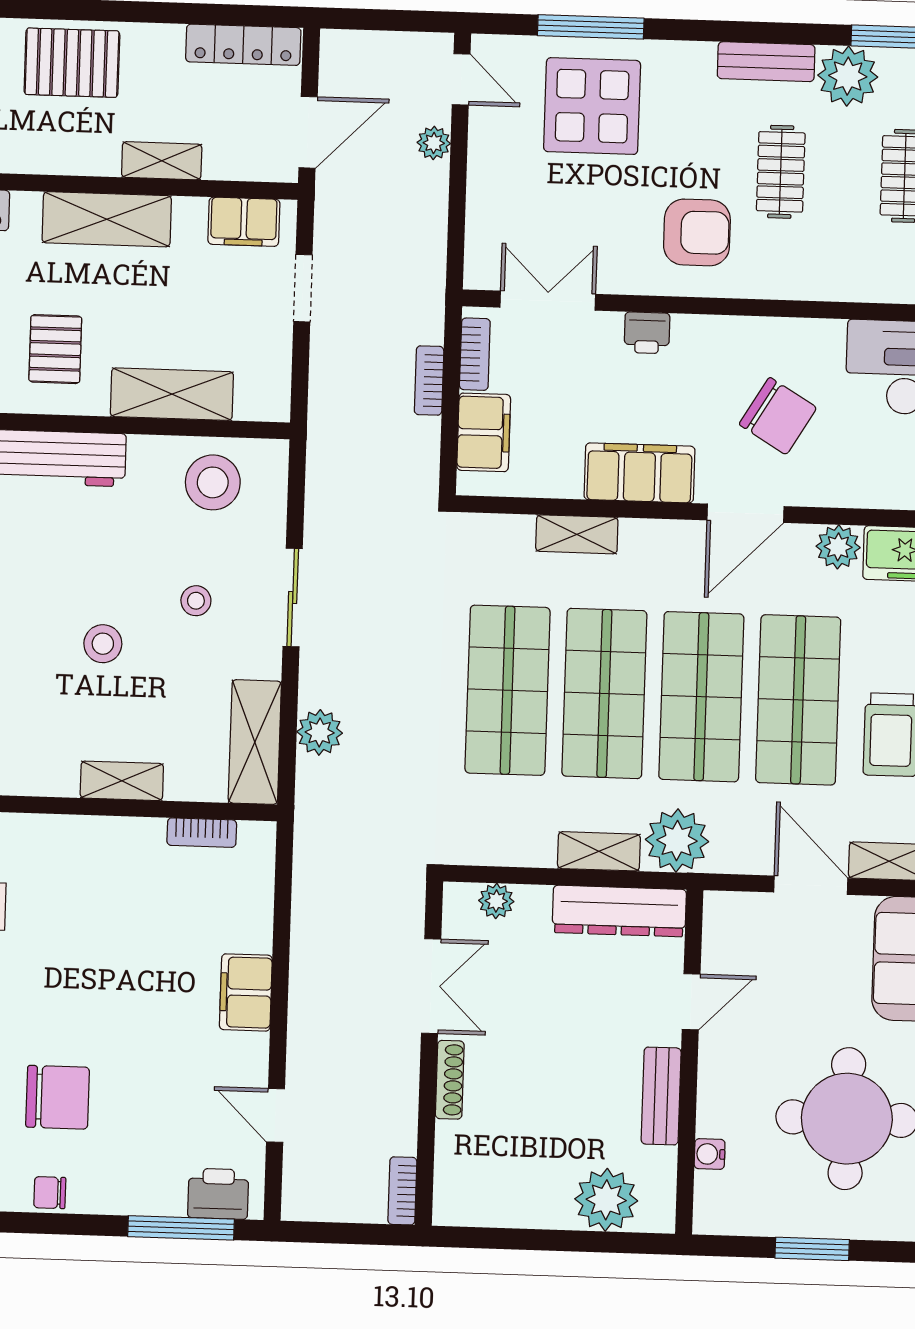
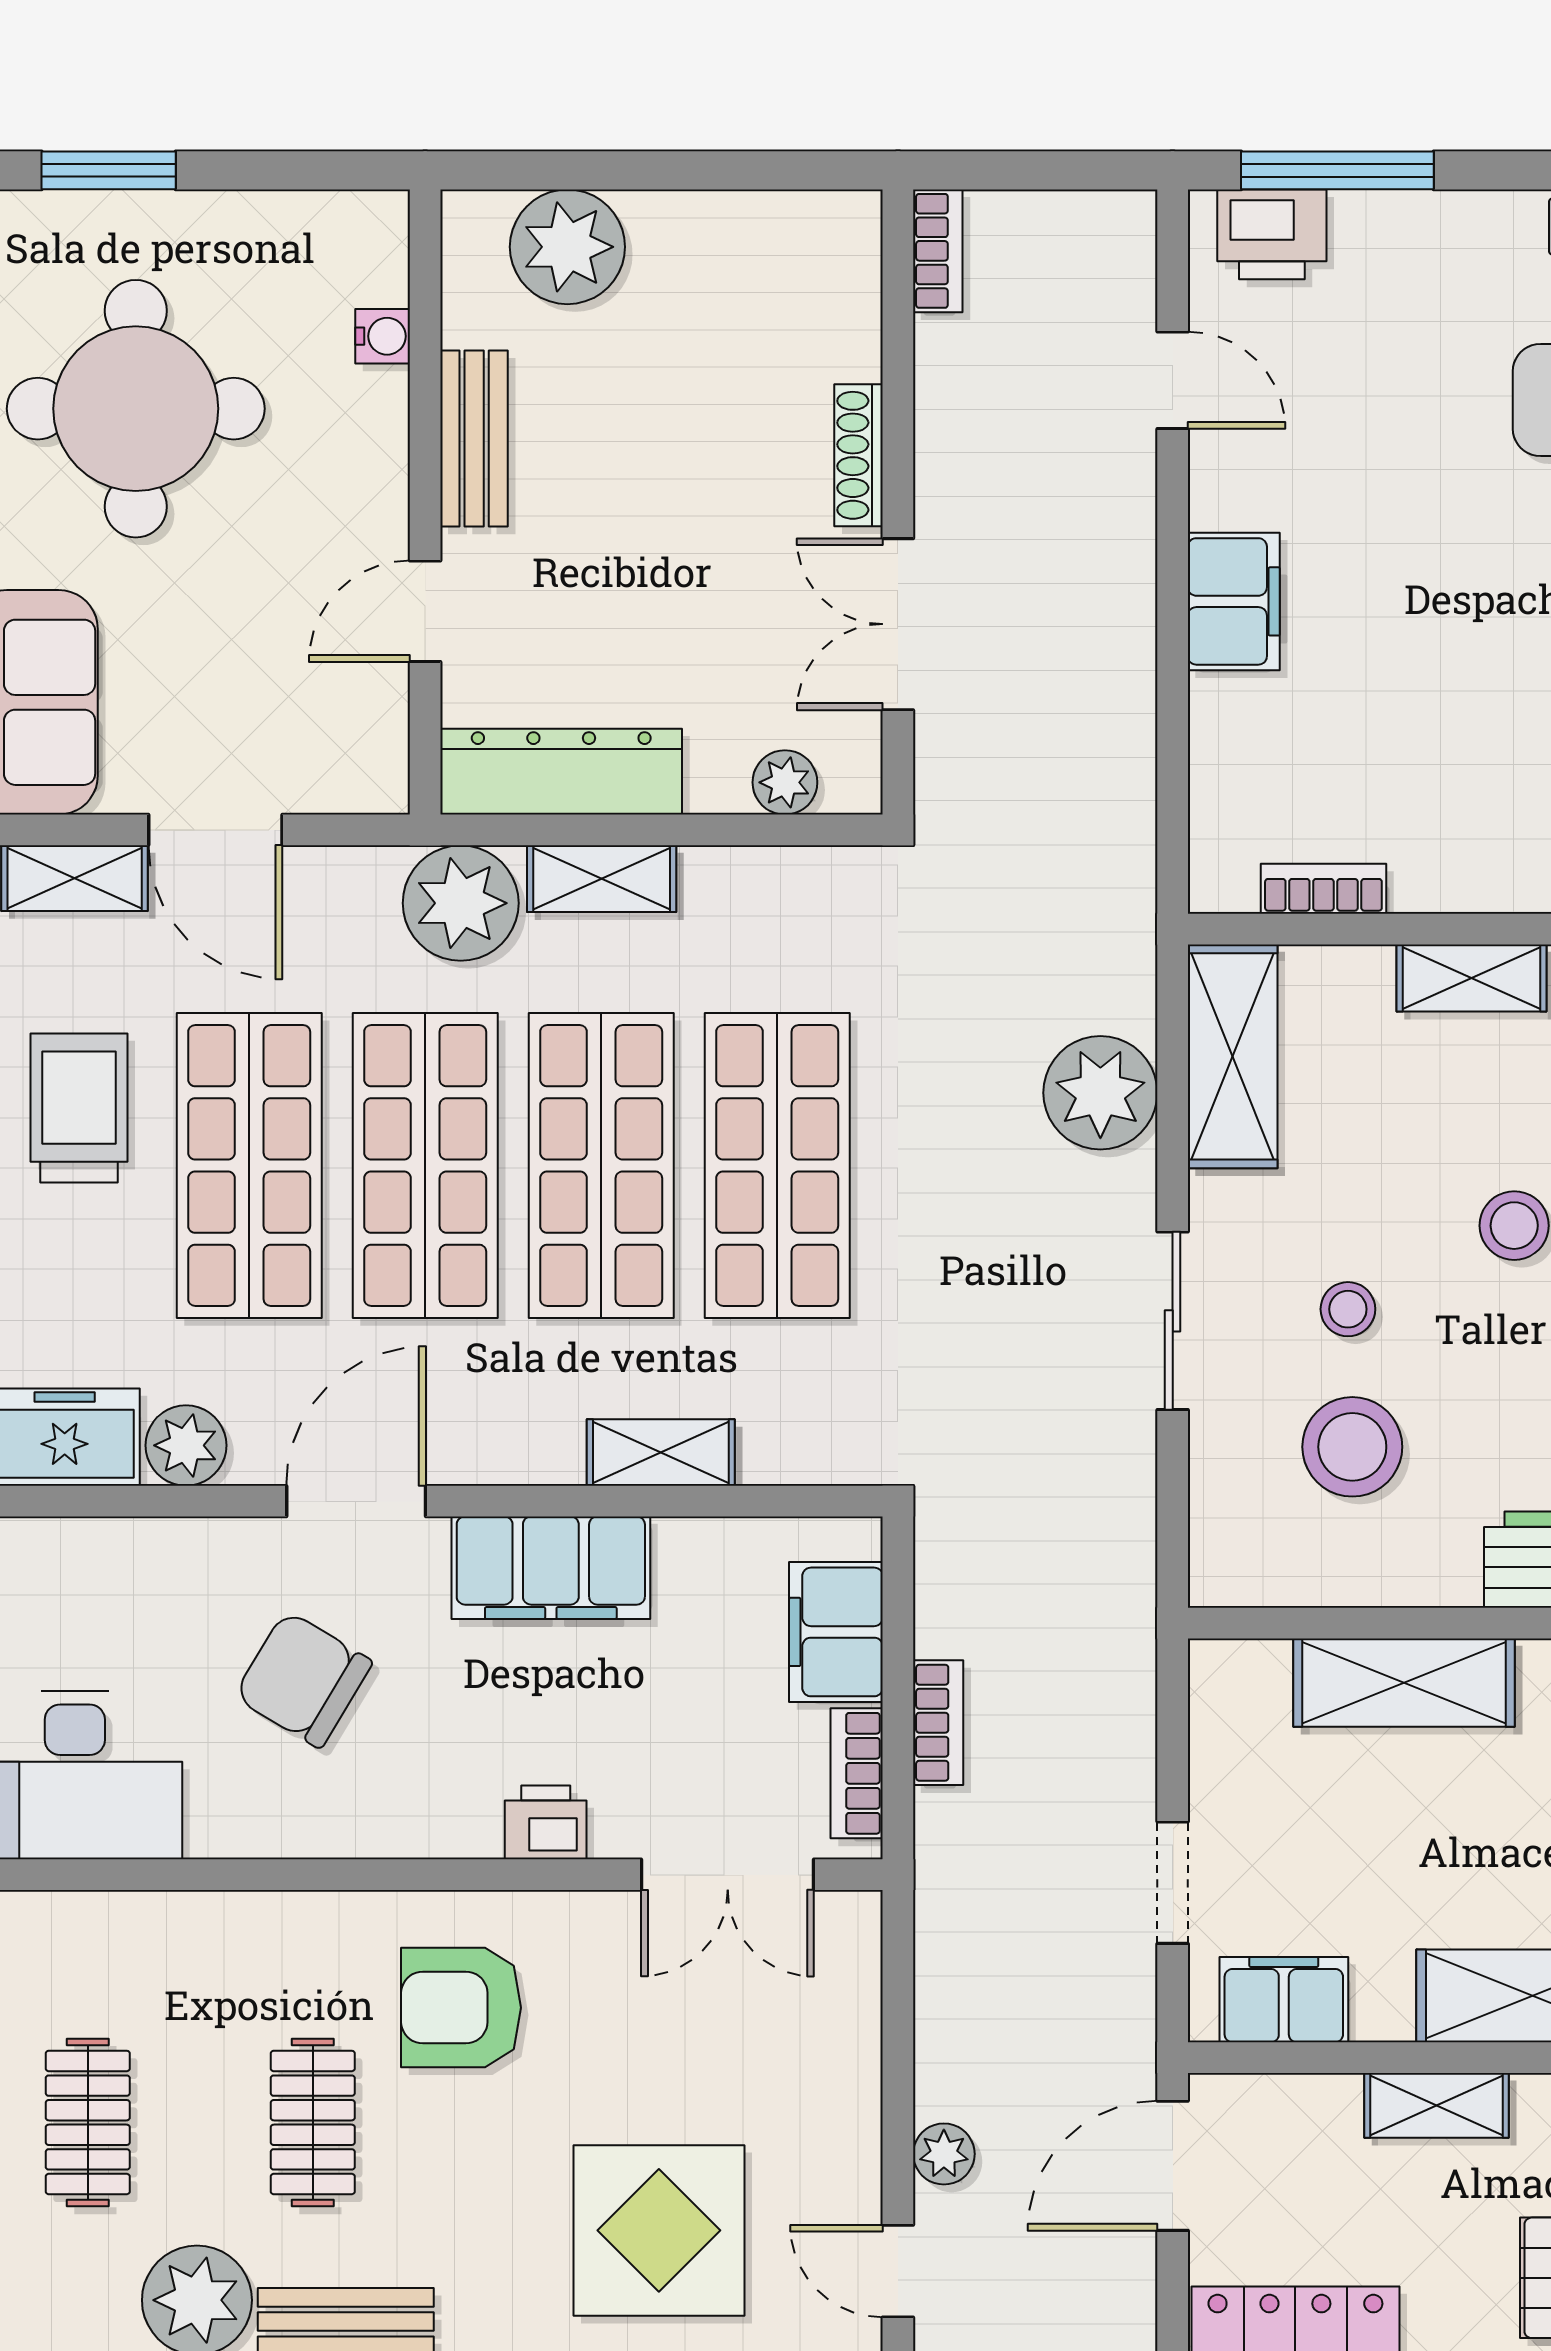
stool: (213, 482) -> (1352, 1447), moved
plant: (320, 732) -> (1100, 1093), width x1.36, depth x1.36
window: (812, 1249) -> (109, 170), moved

